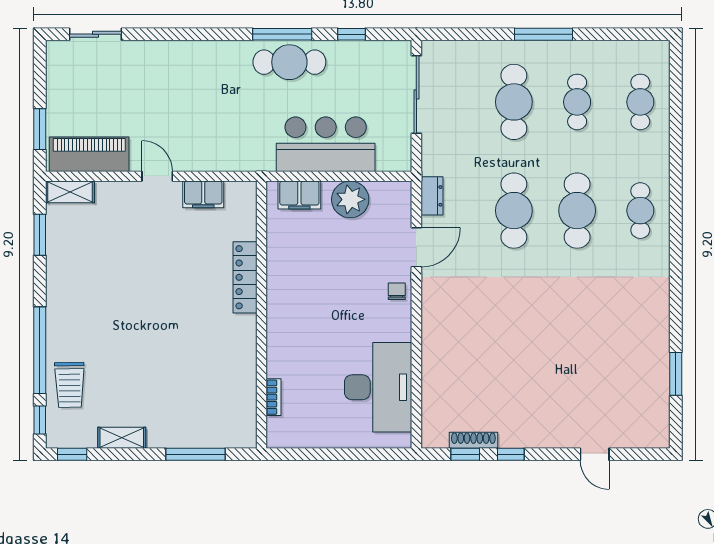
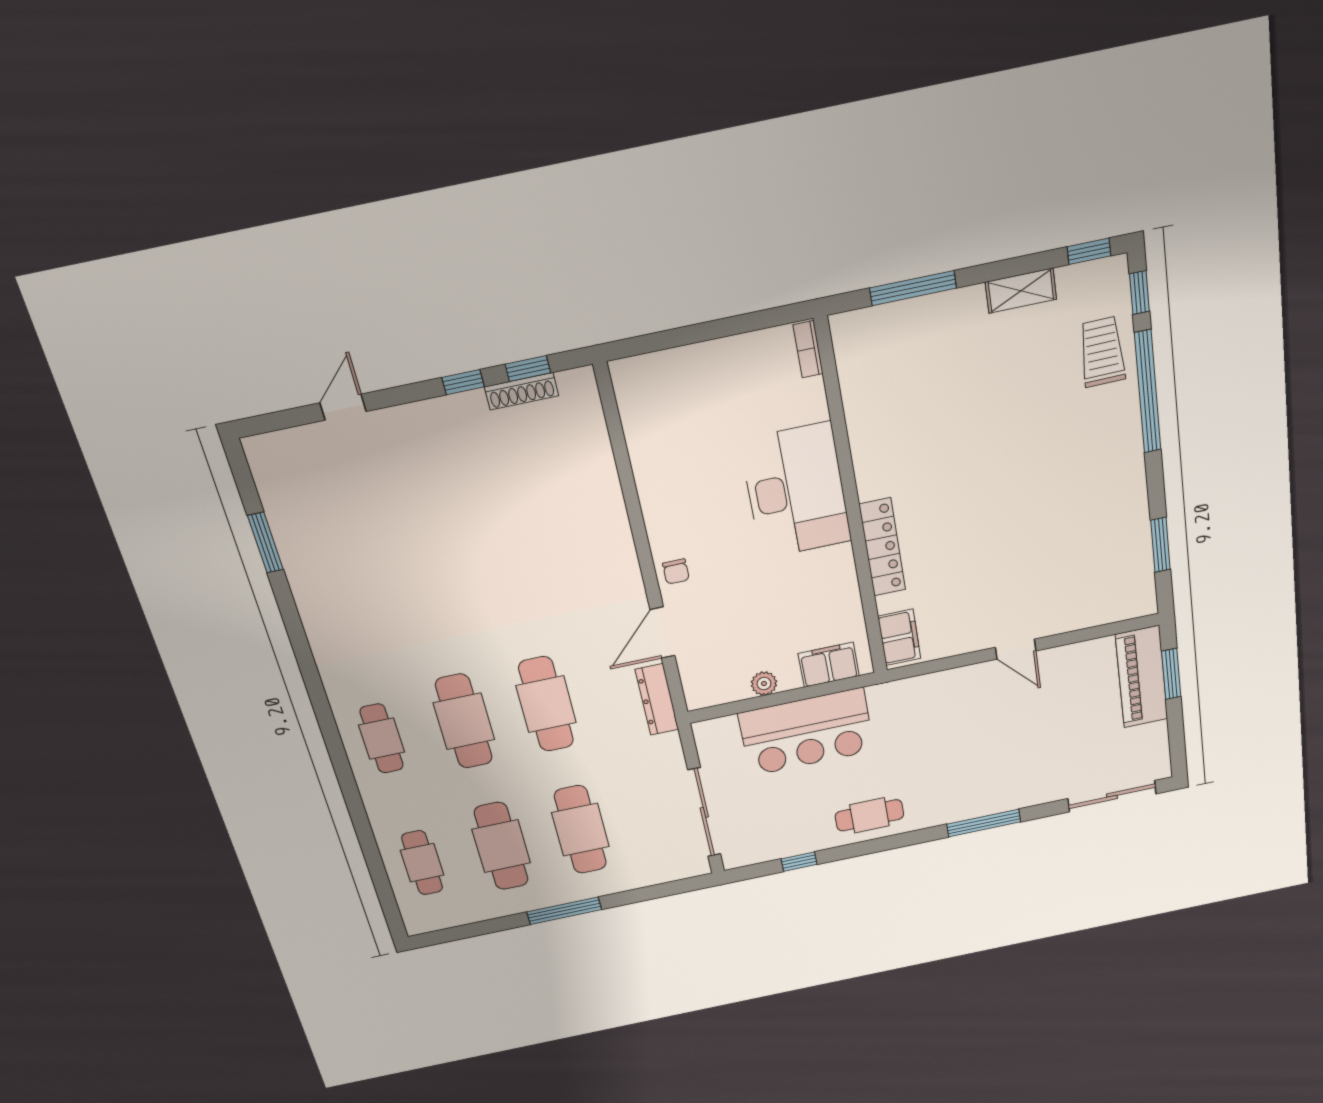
sliding door: (96, 34) -> (1112, 796), width x1.37
window: (282, 34) -> (984, 823), moved
cafe table: (289, 62) -> (869, 815), width x0.73, depth x0.74
cafe table: (577, 102) -> (501, 846), width x1.37, depth x1.35
piano: (89, 154) -> (1142, 677), moved, turned 90
shelving: (70, 192) -> (1126, 607), removed
filing cabinet: (203, 194) -> (899, 637), moved, turned 90
dresser: (432, 196) -> (657, 700), width x1.44
plant: (350, 199) -> (764, 684), width x0.53, depth x0.53
desk: (378, 387) -> (796, 491), moved, turned 180
bookcase: (274, 397) -> (808, 349), moved
door: (595, 454) -> (343, 407), hinge flipped

